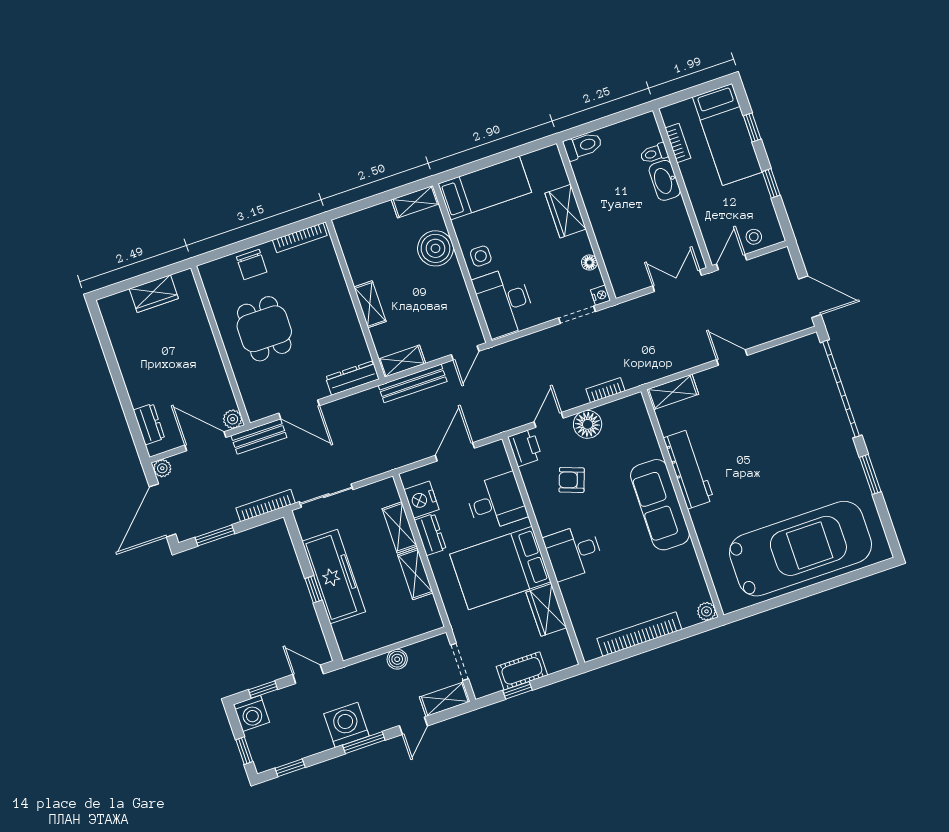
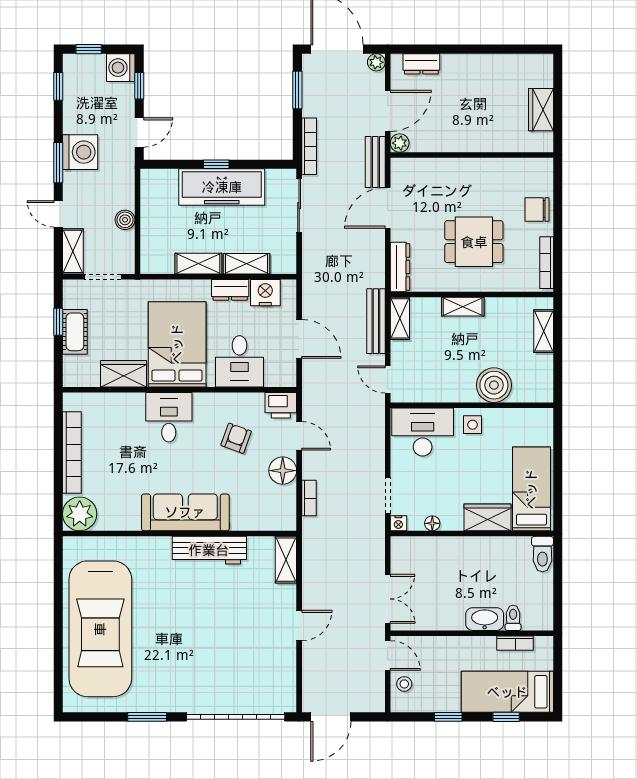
bed: (485, 188) -> (531, 489), moved, turned 180
shelving: (415, 202) -> (544, 331), moved
dining table: (264, 329) -> (474, 242), moved
plant: (707, 611) -> (80, 514), width x1.87, depth x1.87

